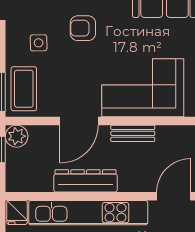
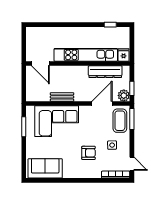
door: (79, 121) -> (102, 104), moved
dresser: (85, 181) -> (105, 72), moved
door: (174, 196) -> (40, 64), hinge flipped

